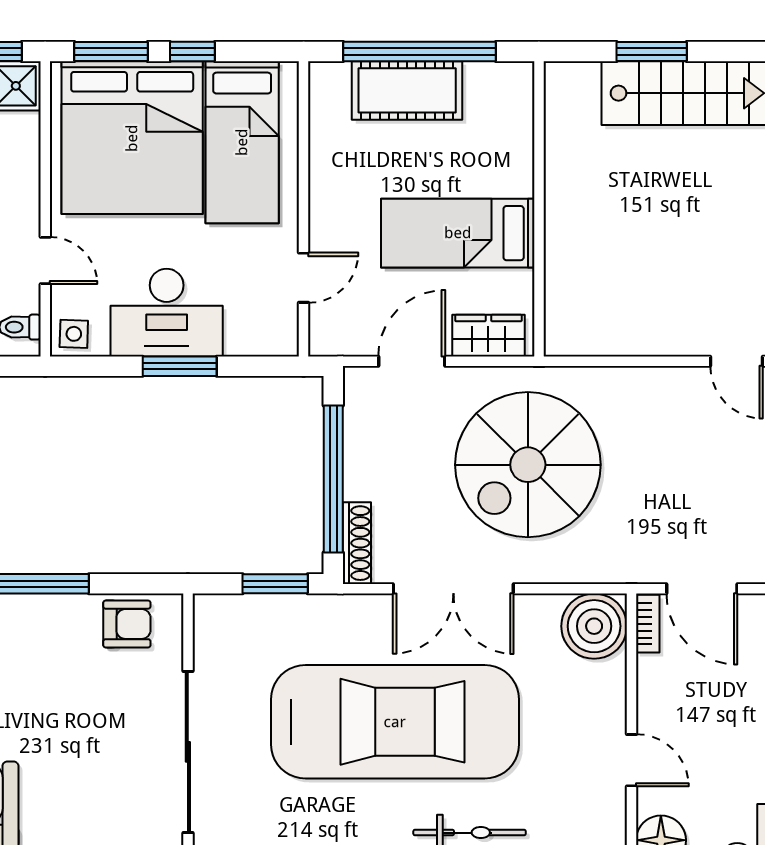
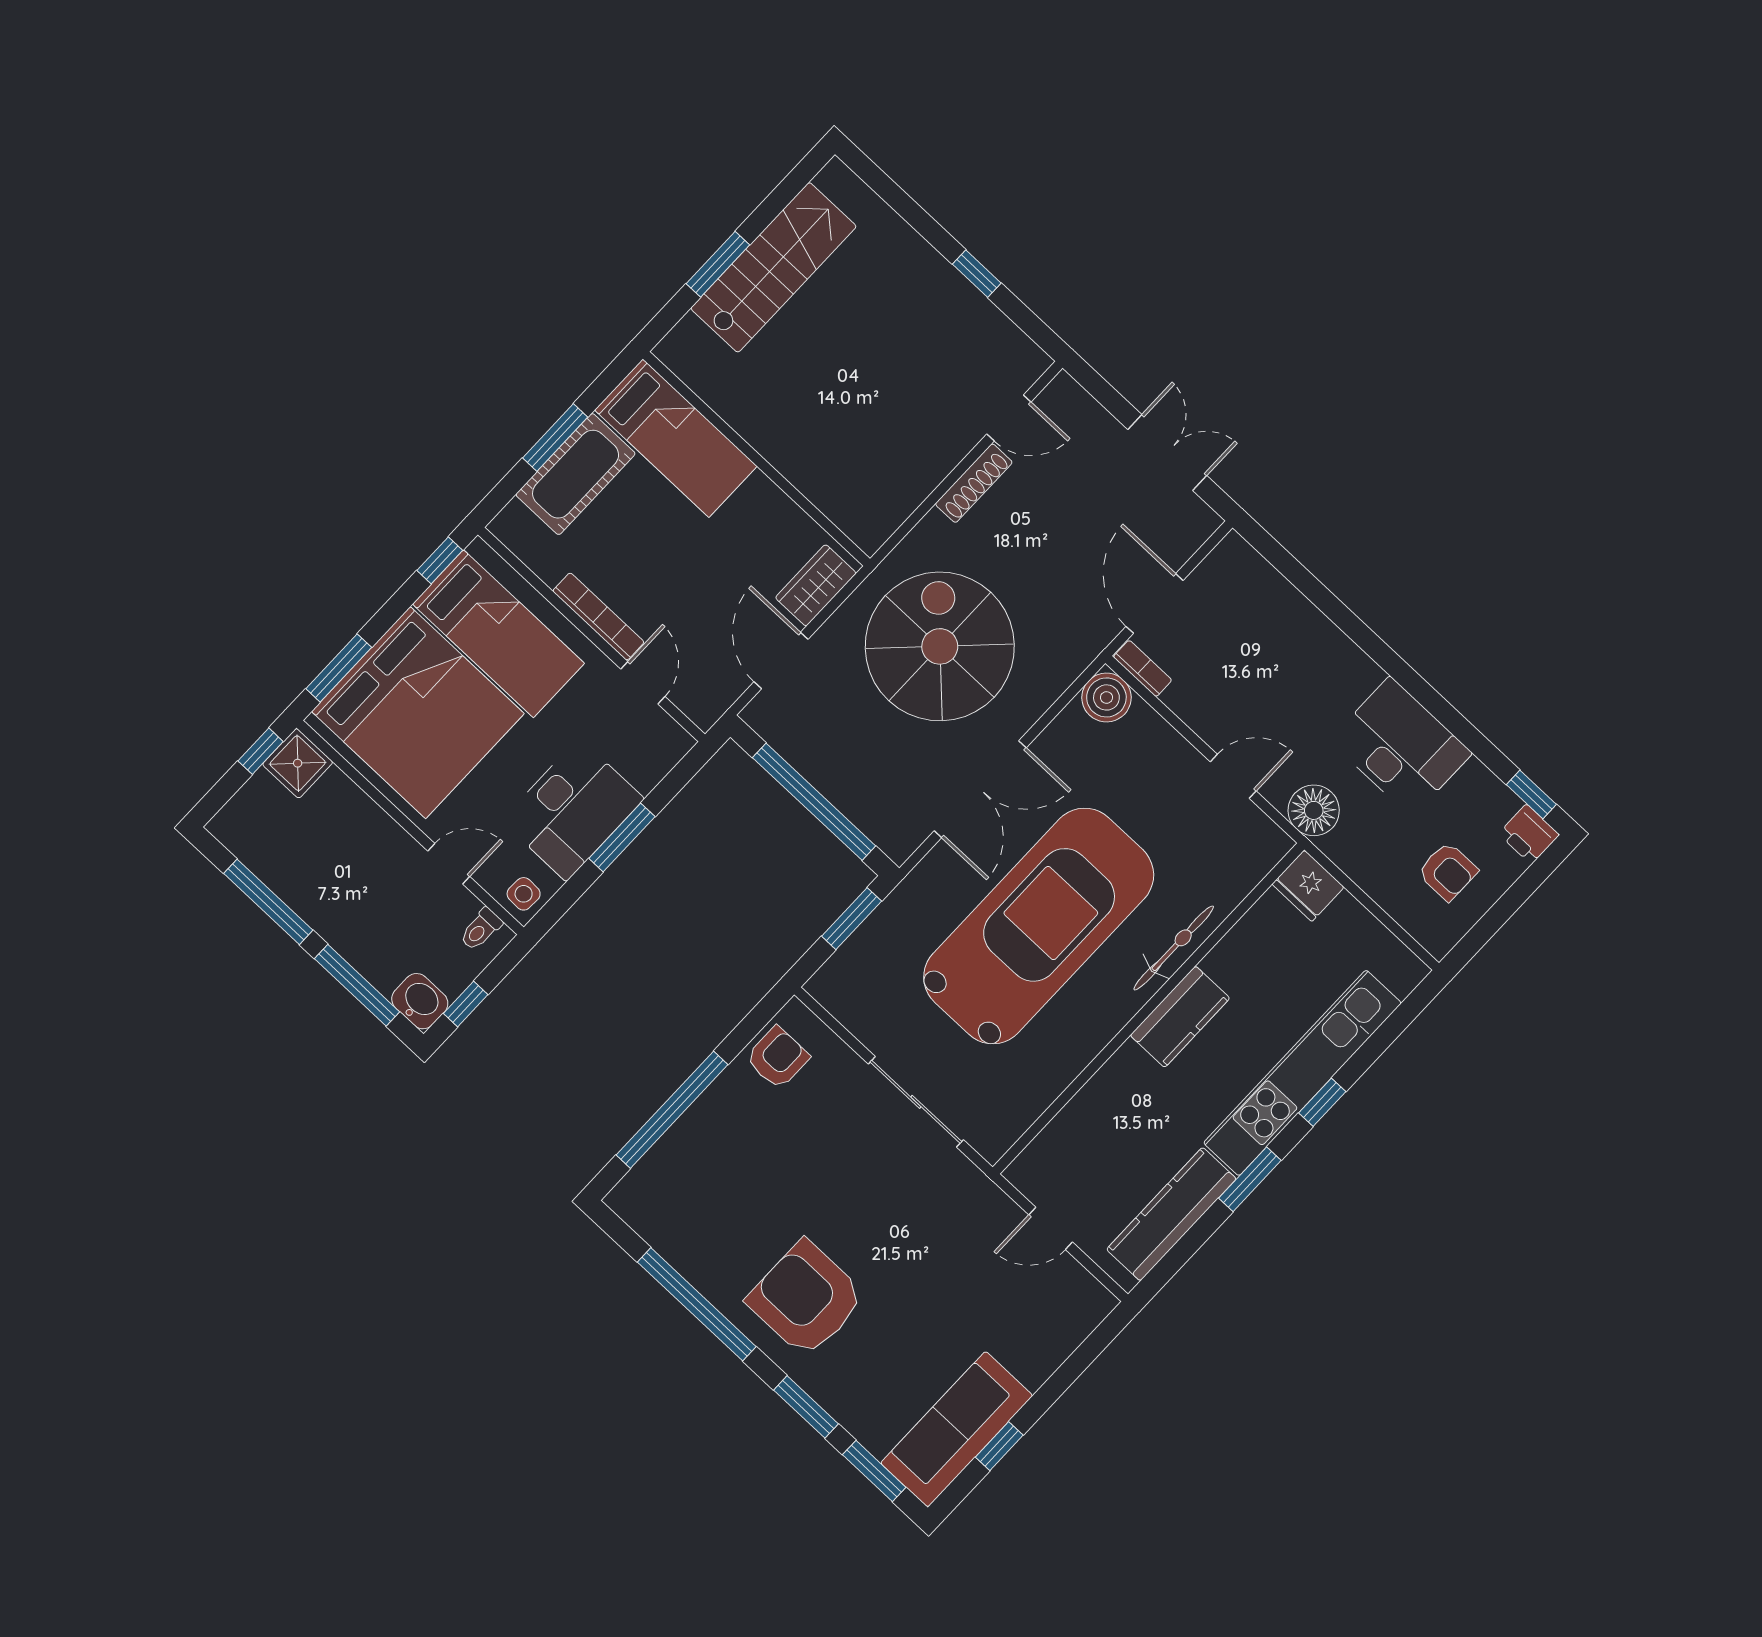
window: (192, 51) -> (440, 560), moved
window: (419, 51) -> (555, 438), width x0.47
bookcase: (321, 202) -> (598, 617), added
bed: (458, 233) -> (676, 438), moved, turned -90
spiral stairs: (528, 465) -> (940, 646), turned 180
shoe rack: (357, 543) -> (974, 483), moved, turned 90
door: (702, 589) -> (1155, 603), swing flipped
boiler: (594, 626) -> (1106, 697), width x0.73, depth x0.73
sliding door: (188, 752) -> (916, 1102), width x0.73

